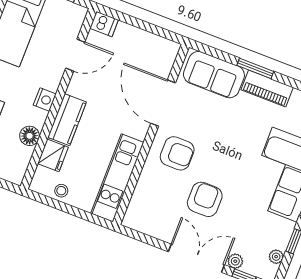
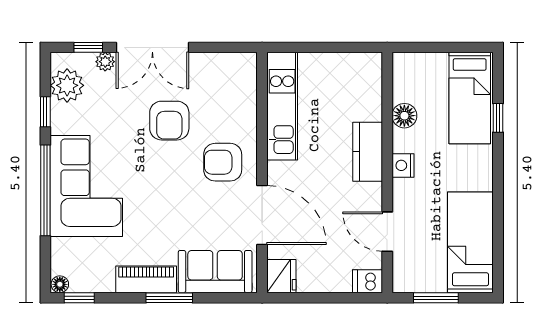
door: (75, 55) -> (387, 232), hinge flipped
fridge: (53, 155) -> (281, 276), moved, turned 180
stool: (61, 191) -> (342, 66), removed
plant: (276, 257) -> (67, 85), width x1.88, depth x1.88

